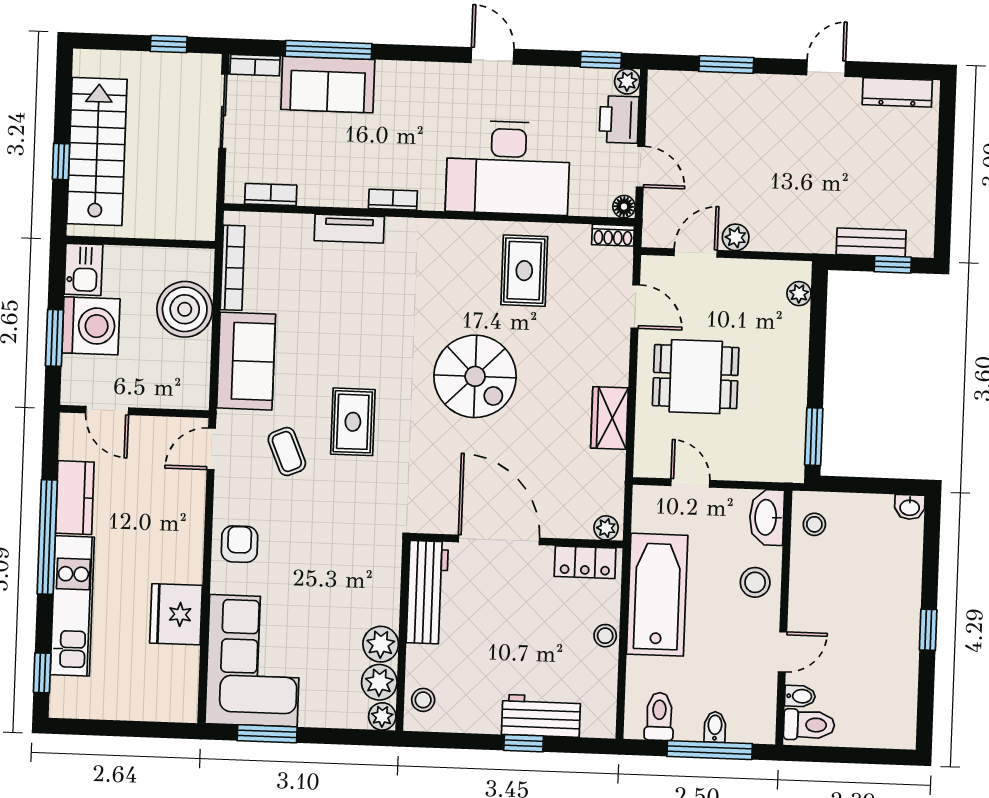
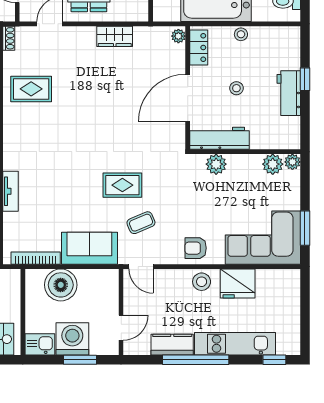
spiral stairs: (475, 376) -> (93, 115), removed
stool: (181, 552) -> (202, 282), added
plant: (381, 644) -> (216, 164), moved
stool: (423, 700) -> (236, 88), moved
workbench: (541, 716) -> (289, 93), moved

